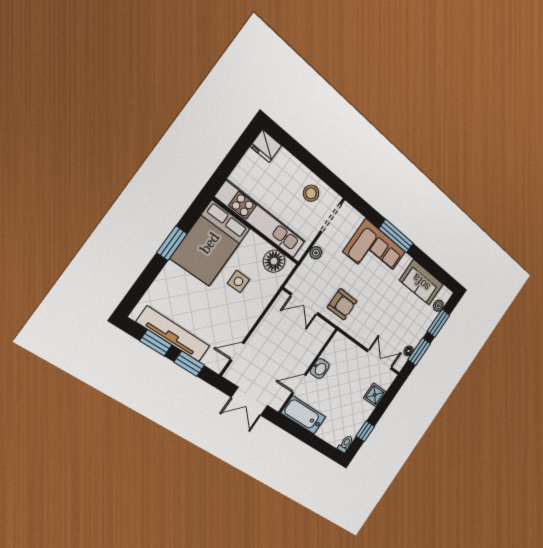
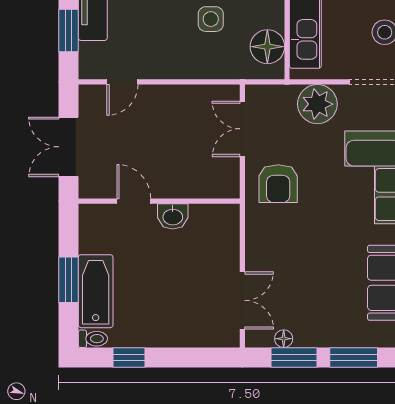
plant: (316, 253) -> (317, 104), width x1.88, depth x1.88
plant: (438, 306) -> (377, 337), removed
door: (237, 352) -> (122, 82), swing flipped
shower: (375, 395) -> (189, 332), removed
bathtub: (303, 415) -> (96, 291), moved
window: (312, 440) -> (68, 280), added

